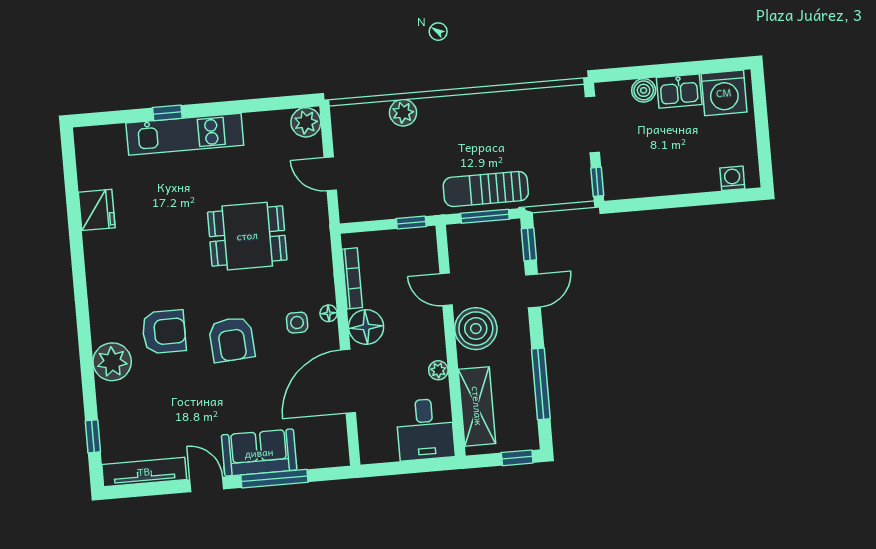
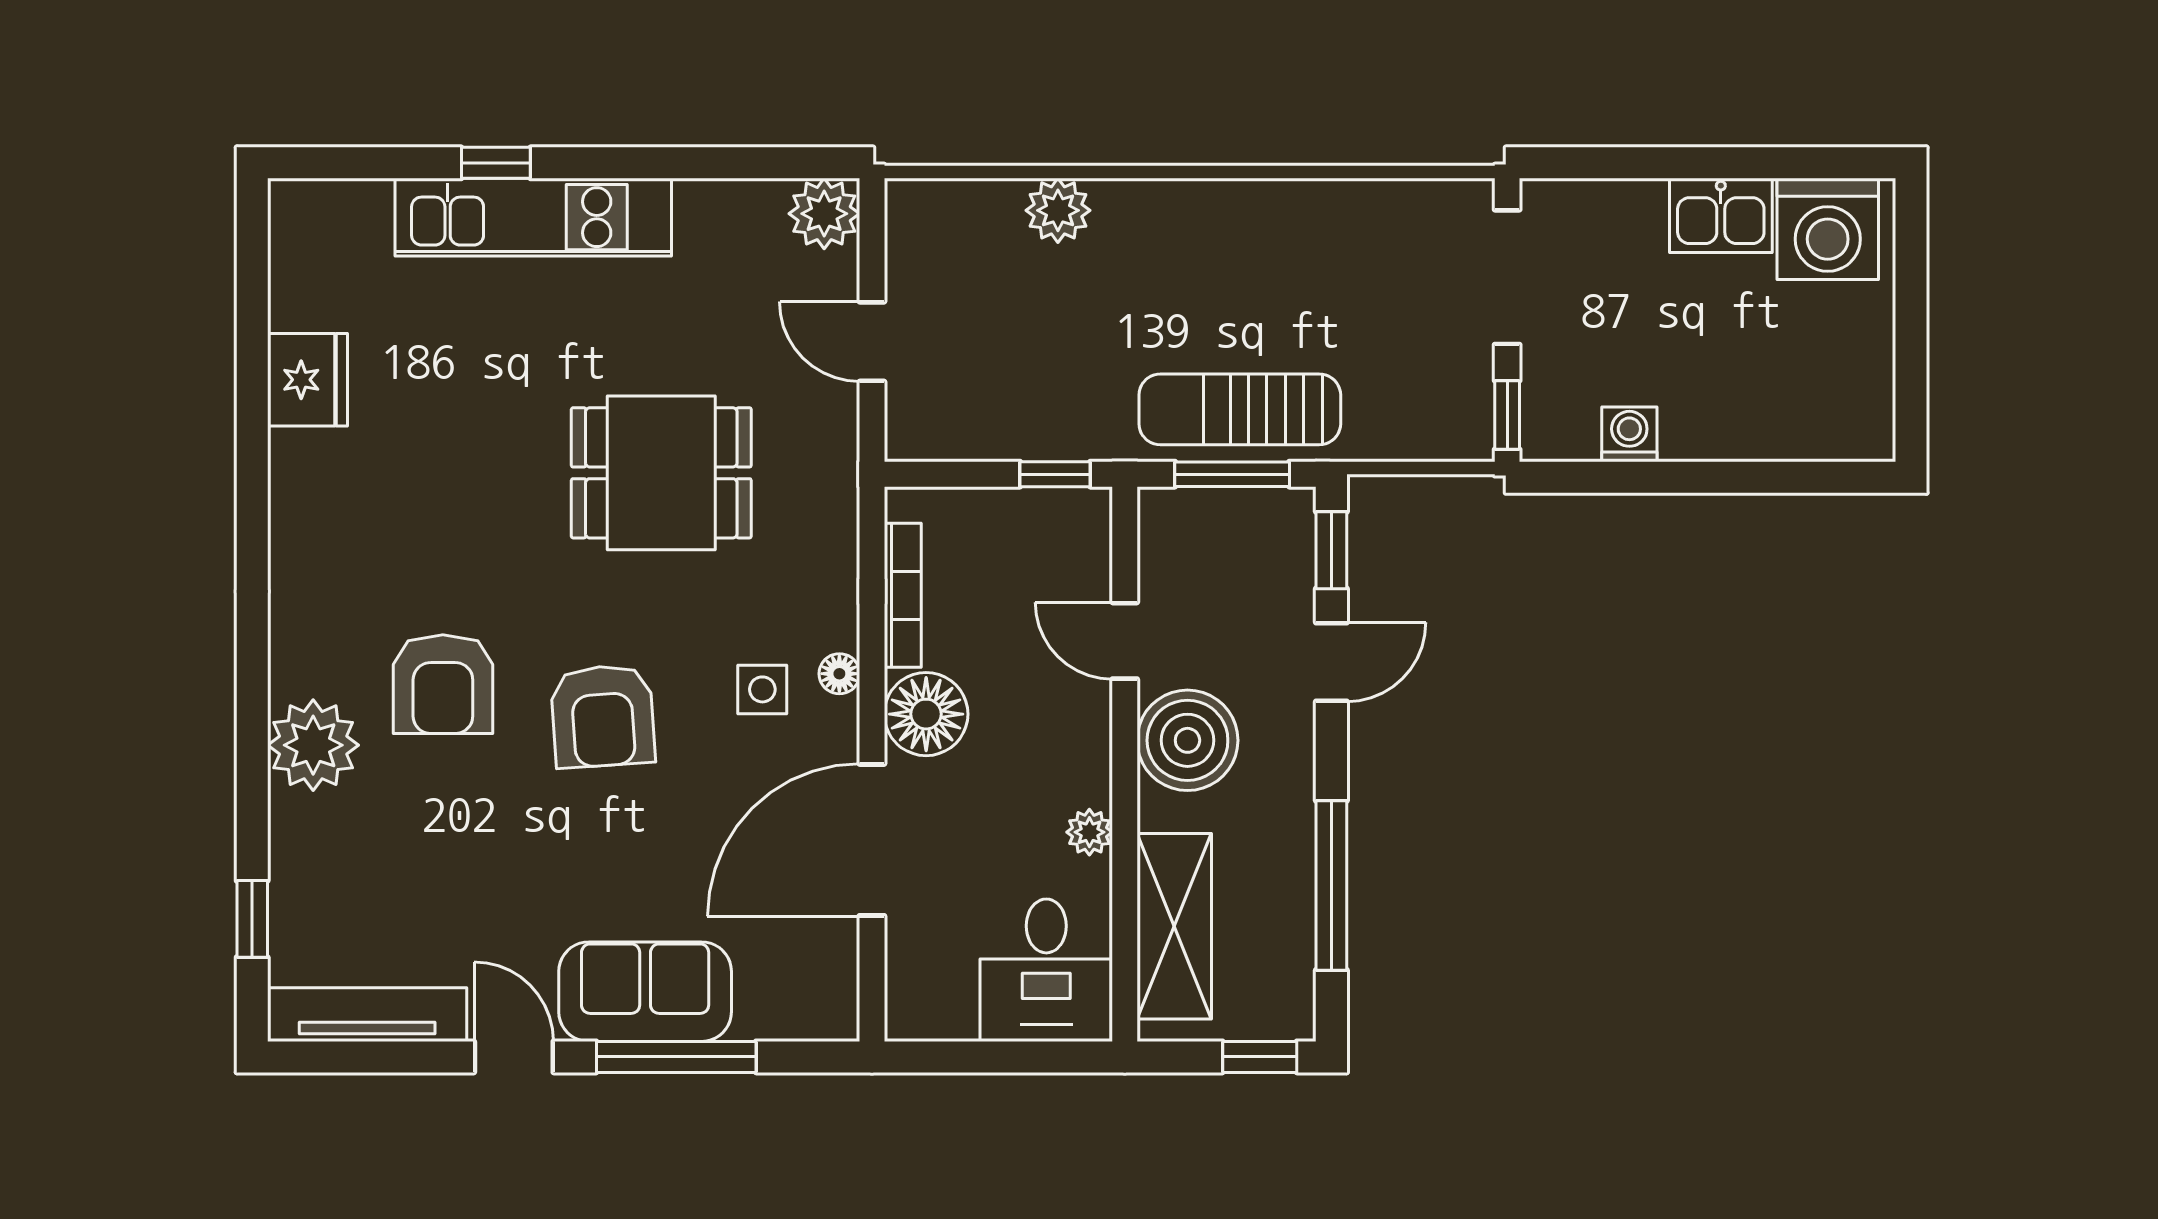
boiler: (644, 90) -> (1636, 206), removed
washing machine: (732, 178) -> (1629, 434), moved
armchair: (164, 332) -> (443, 684), turned 90

